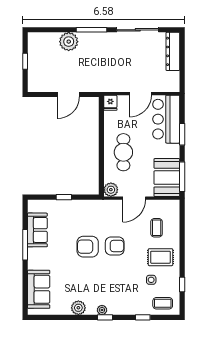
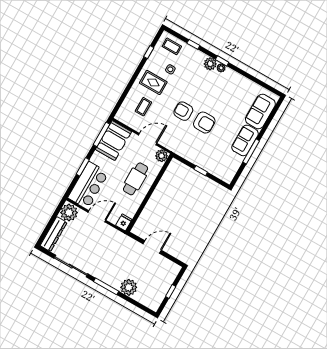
plant: (170, 81) -> (69, 213), added
sofa: (37, 230) -> (245, 140), moved
plant: (78, 308) -> (210, 64), moved

